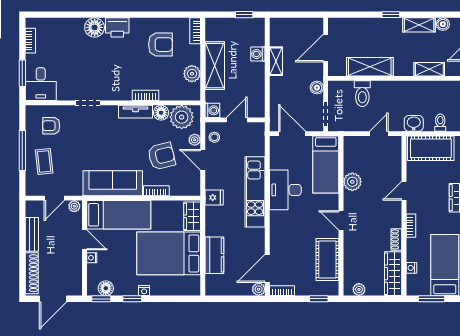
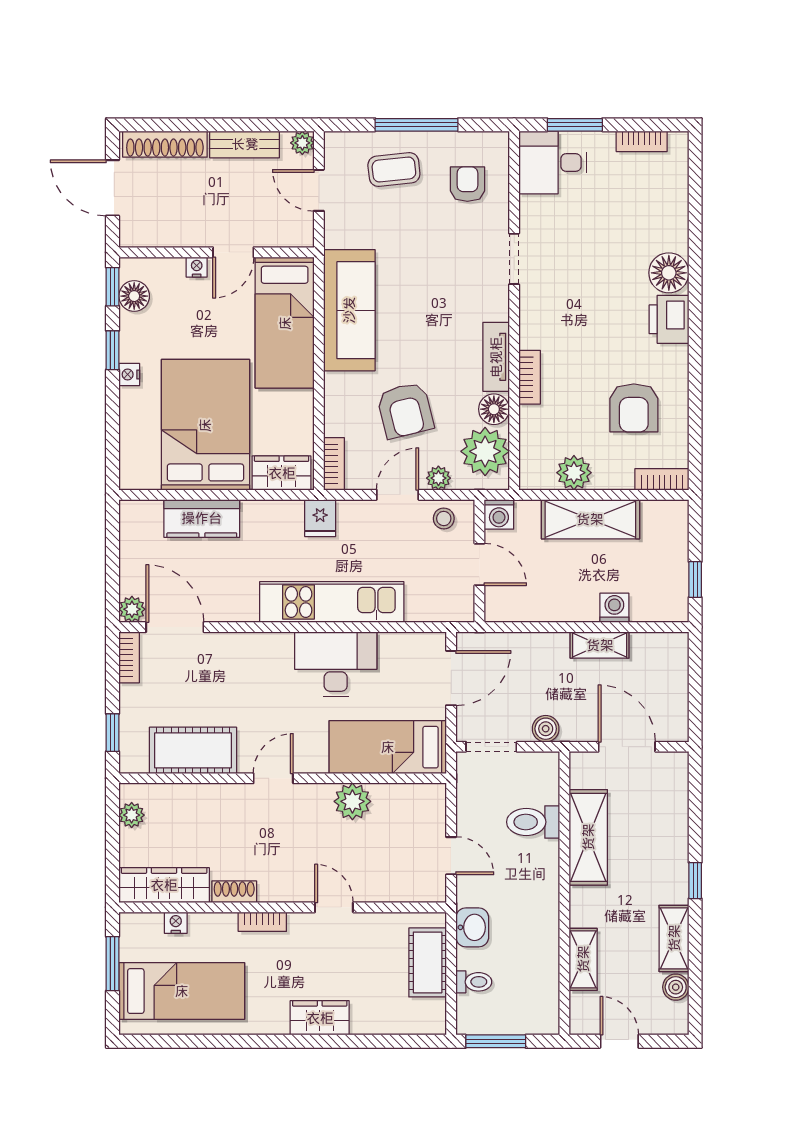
cot: (431, 148) -> (428, 962), width x0.73, depth x0.75
bookcase: (156, 191) -> (334, 464), moved
plant: (74, 206) -> (302, 143), moved

